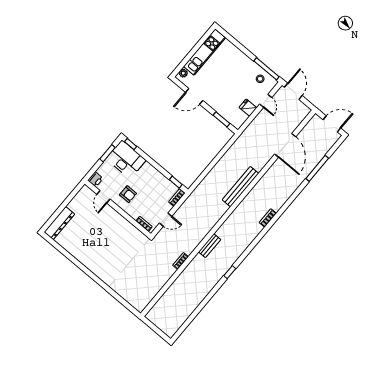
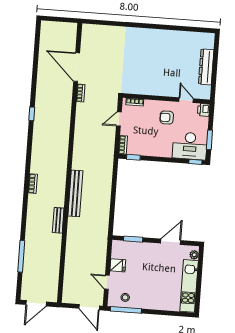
door: (285, 145) -> (77, 67), moved
dresser: (59, 223) -> (206, 67), moved
bench: (210, 246) -> (58, 220), moved

